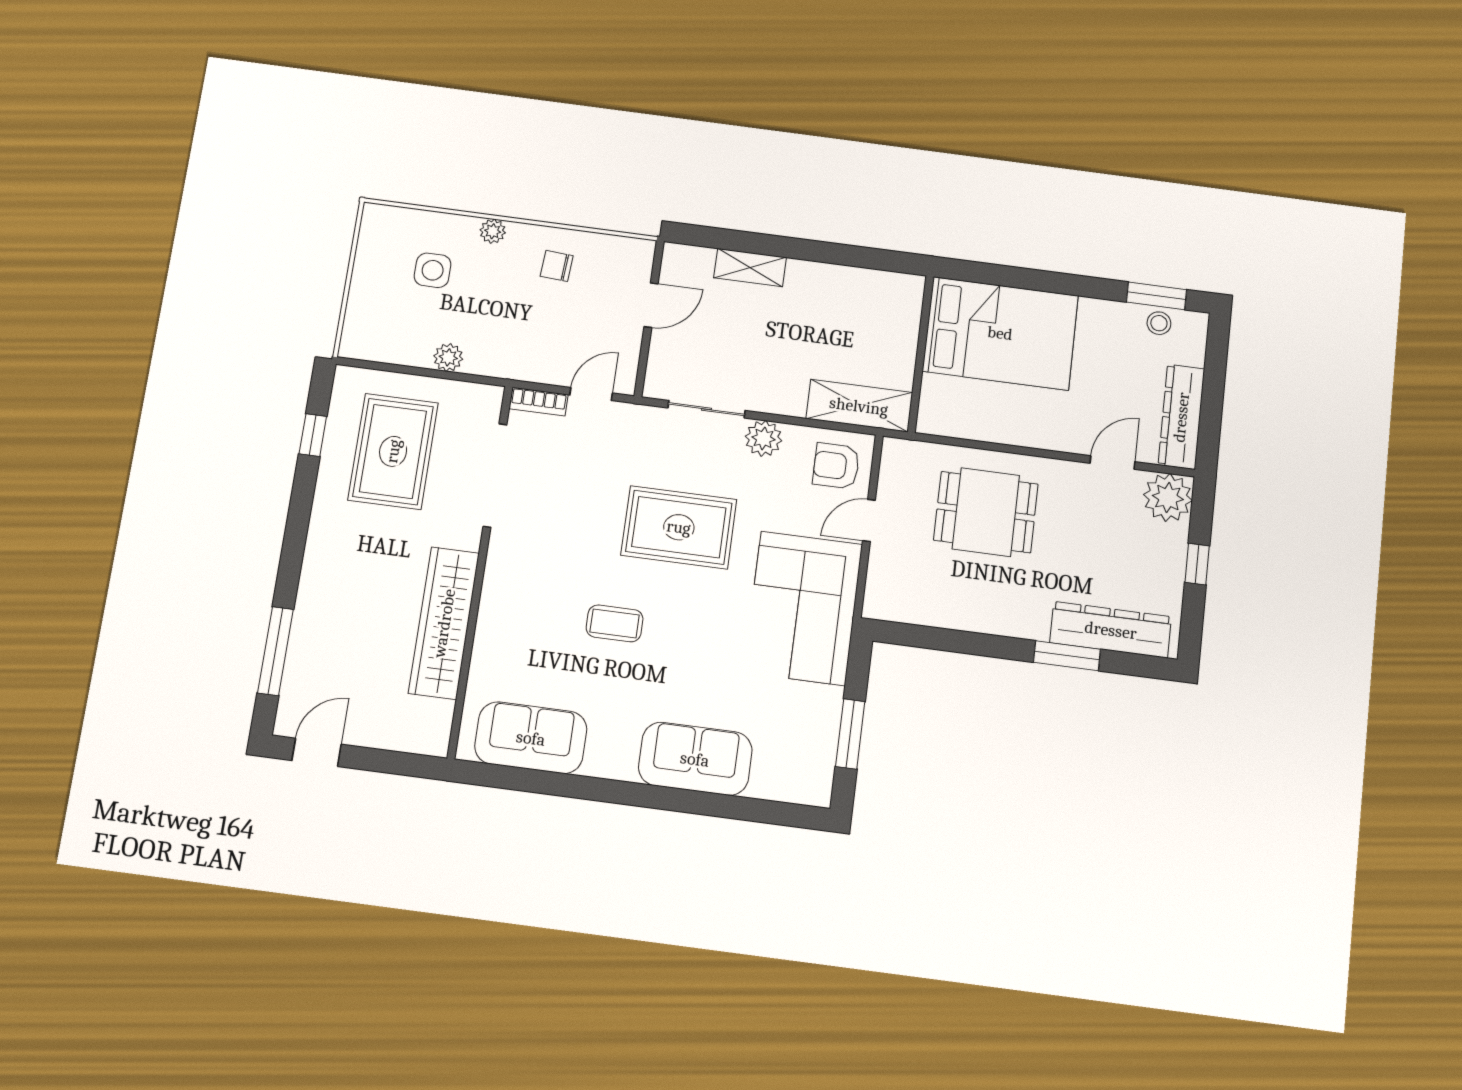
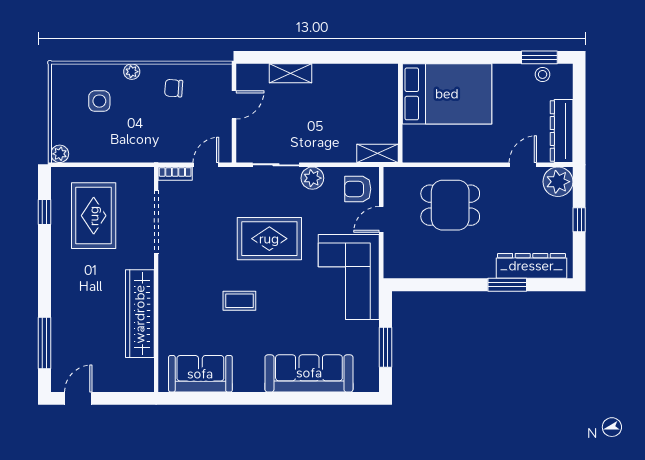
plant: (448, 357) -> (60, 154), moved
shelving: (859, 406) -> (377, 153), width x0.67, depth x0.75
sofa: (695, 759) -> (309, 373), width x1.36

